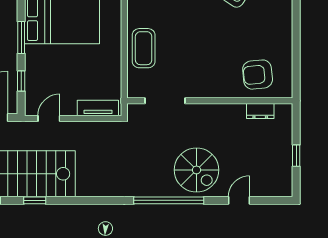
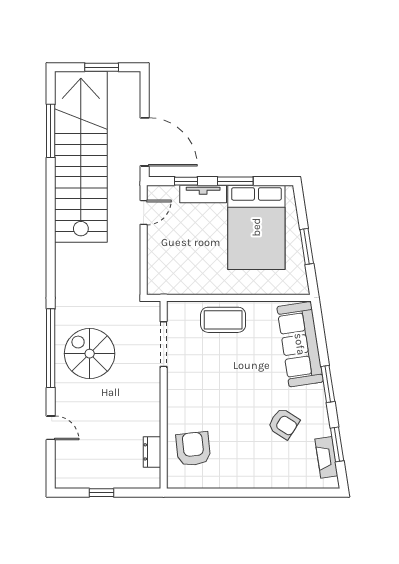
tv unit: (98, 108) -> (203, 194), moved, turned 90
door: (49, 118) -> (144, 212), hinge flipped
spiral stairs: (197, 170) -> (90, 354), moved, turned 90
window: (35, 200) -> (51, 196), removed

